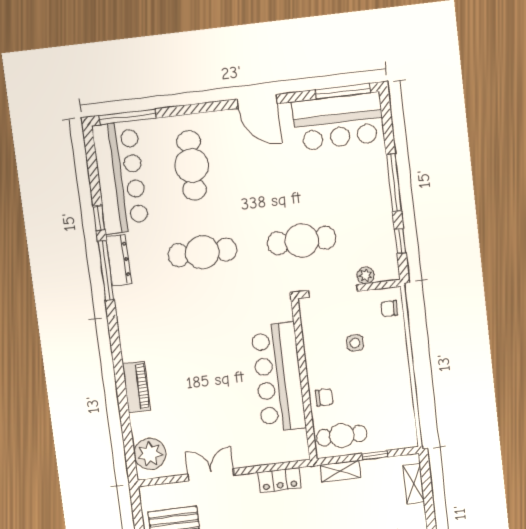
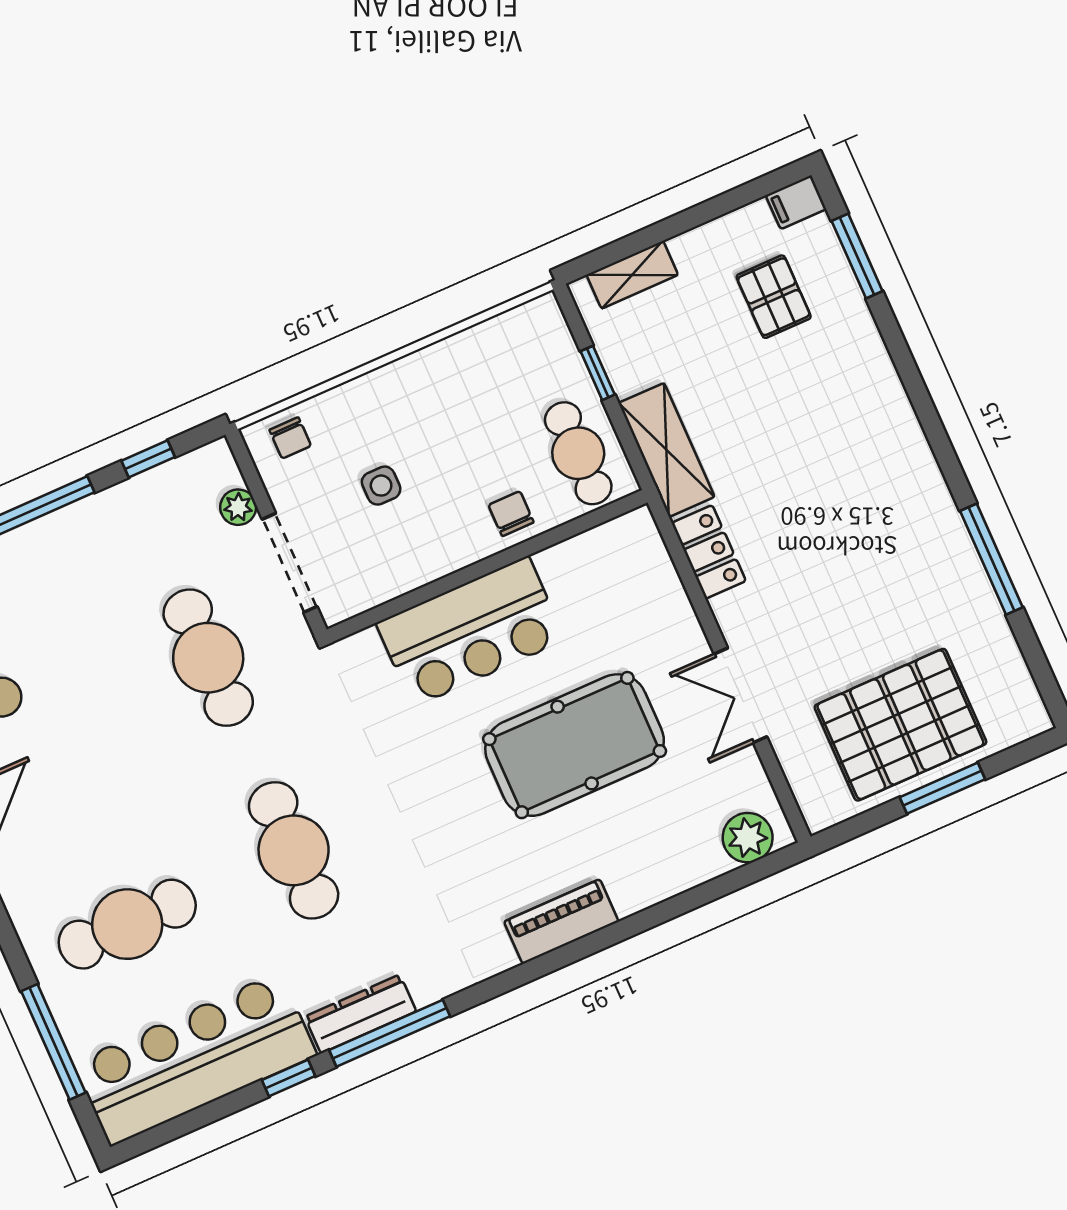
window: (128, 117) -> (53, 1042), moved
bar counter: (279, 377) -> (471, 632), width x0.73
piano: (136, 387) -> (561, 922), moved
pool table: (211, 394) -> (575, 745), added
plant: (150, 454) -> (748, 838), width x0.73, depth x0.73
shelving: (340, 471) -> (667, 450), width x1.50, depth x1.33

